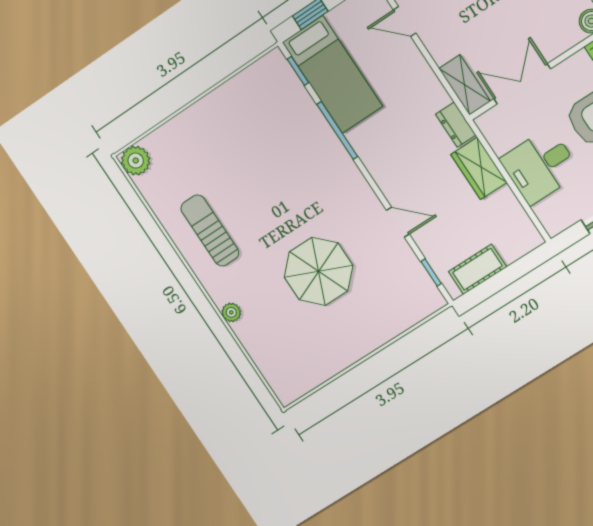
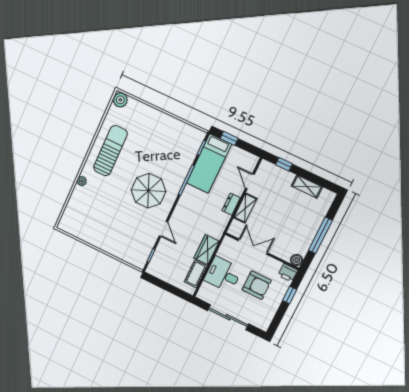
shelving: (465, 85) -> (245, 208), moved
dresser: (456, 125) -> (231, 204), moved
sun lounger: (210, 231) -> (110, 151), width x1.36, depth x1.34
cot: (477, 269) -> (196, 274), moved, turned 90
parasol: (319, 271) -> (148, 191), moved

